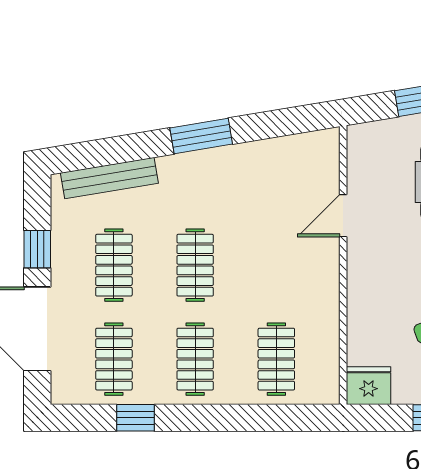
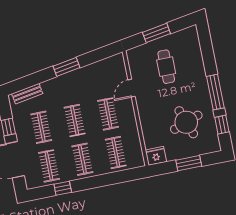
bench: (109, 178) -> (27, 94), width x0.73
clothes rail: (276, 265) -> (108, 114), added

